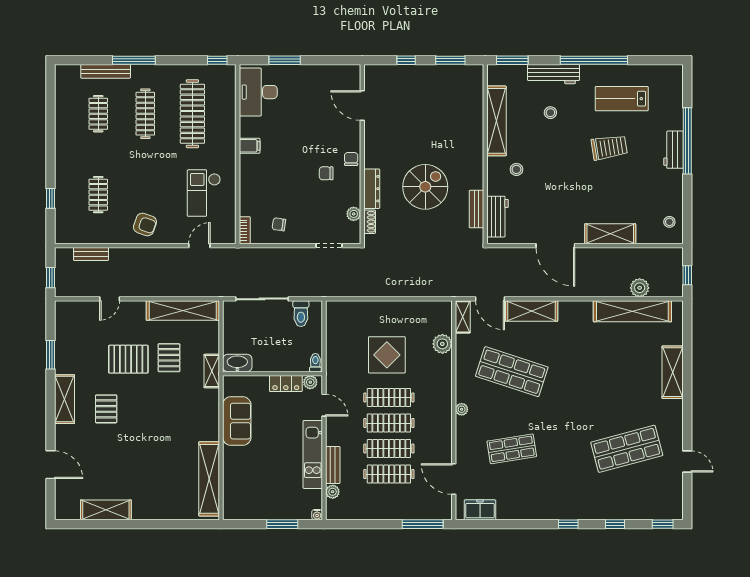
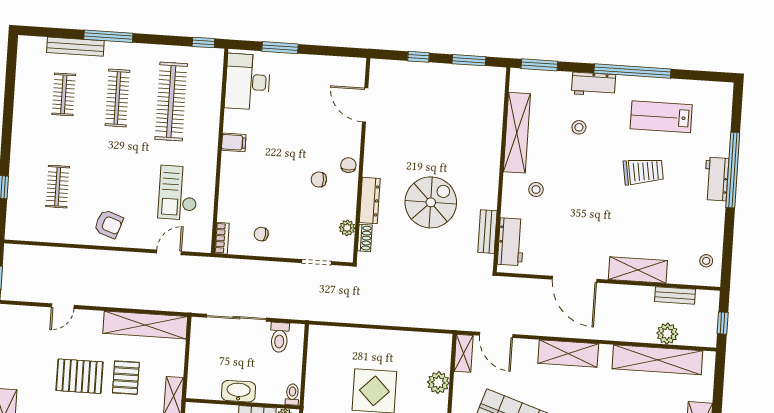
workbench: (554, 74) -> (593, 84), width x0.73
bench: (91, 254) -> (675, 295), moved
shelving: (532, 311) -> (568, 353), moved
washbasin: (237, 363) -> (239, 391), moved

